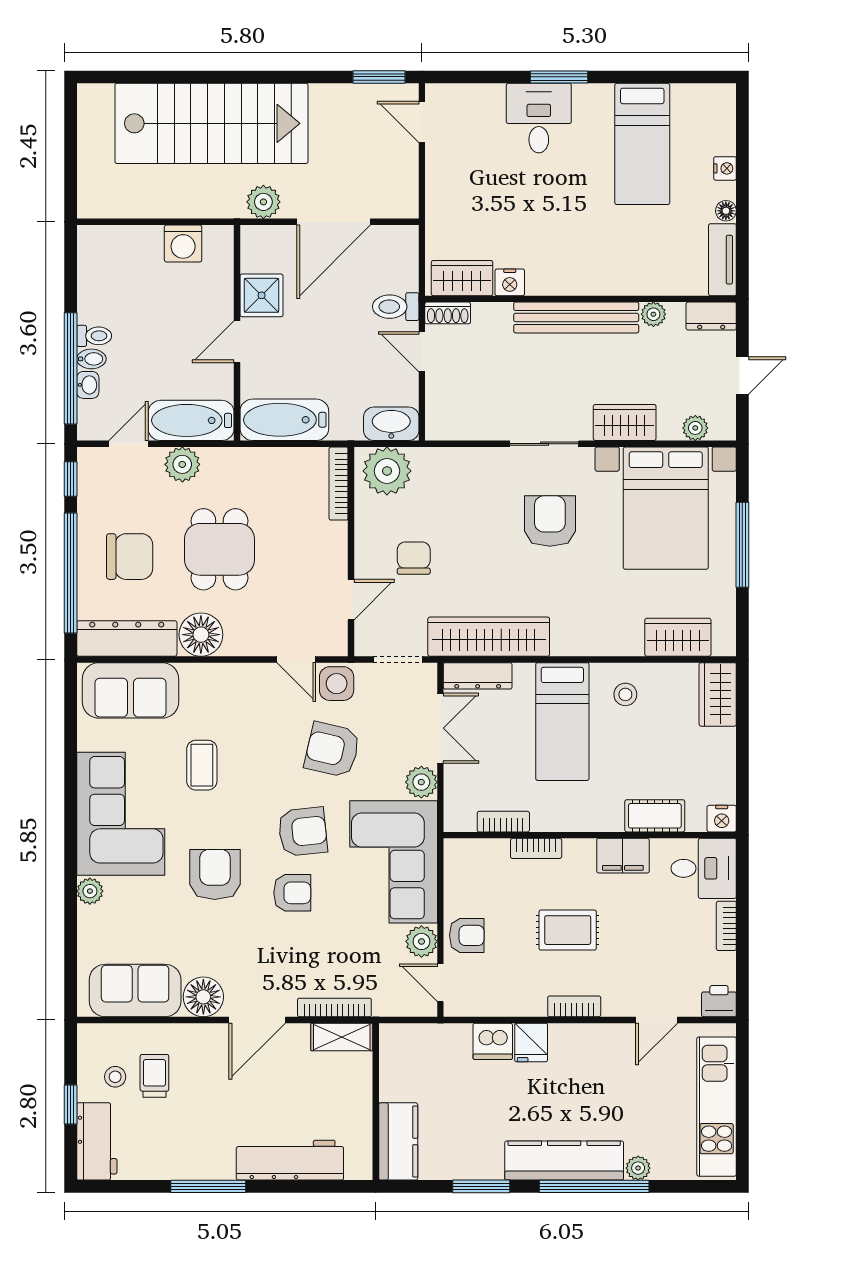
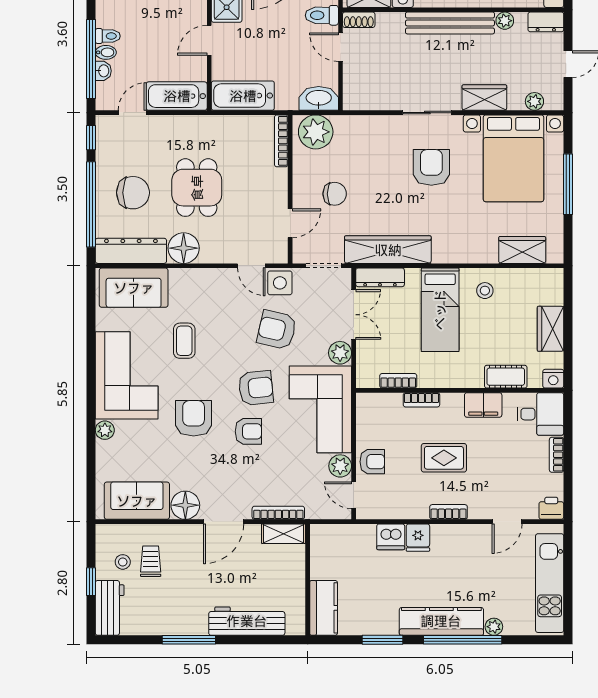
plant: (182, 464) -> (170, 127), removed
chair: (414, 558) -> (335, 194), turned 90
wardrobe: (718, 694) -> (550, 329), moved

